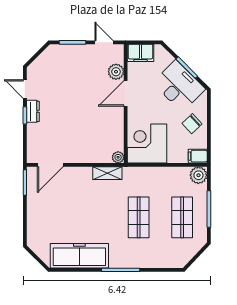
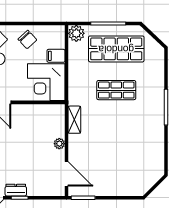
filing cabinet: (198, 156) -> (56, 56), moved, turned 90
plant: (118, 157) -> (59, 144), moved
shop shelf: (182, 217) -> (116, 49), width x1.43, depth x1.36
freezer: (79, 256) -> (153, 146), removed

